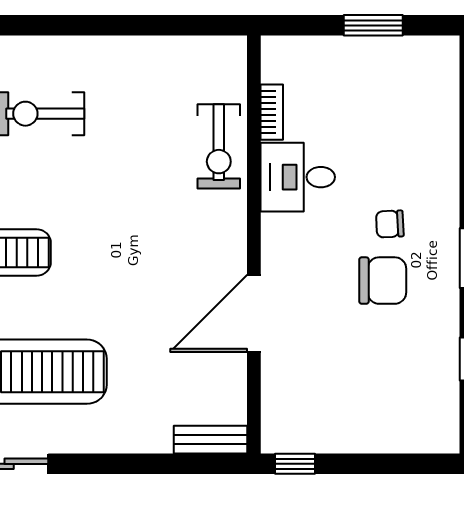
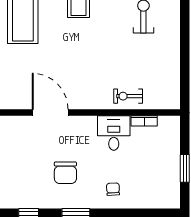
exercise bike: (219, 146) -> (128, 96), width x0.73, depth x0.72
chair: (390, 224) -> (113, 189), moved

